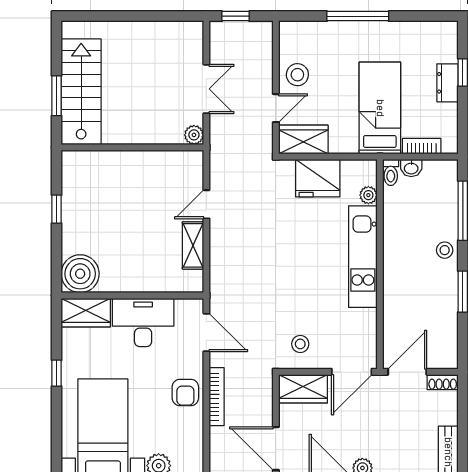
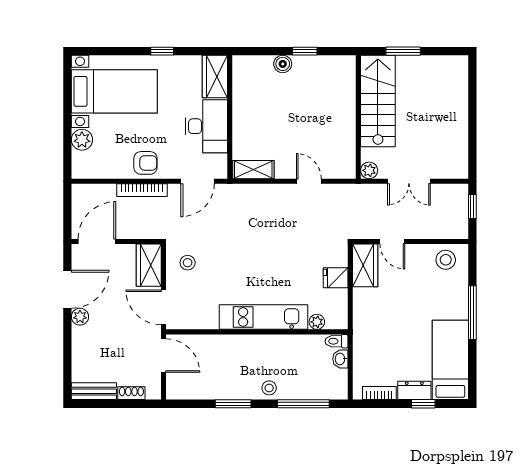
stool: (297, 75) -> (446, 260), moved
stairs: (81, 92) -> (378, 101), moved, turned -90
bed: (380, 108) -> (450, 360), moved, turned -90
bookcase: (422, 146) -> (379, 393), moved, turned -90
fridge: (318, 178) -> (336, 278), width x0.53, depth x0.75
shelving: (193, 245) -> (253, 170), moved
boiler: (80, 274) -> (283, 64), moved, width x0.54, depth x0.54
shoe rack: (443, 382) -> (131, 393), moved, turned 90
armchair: (185, 392) -> (145, 163), turned 180

